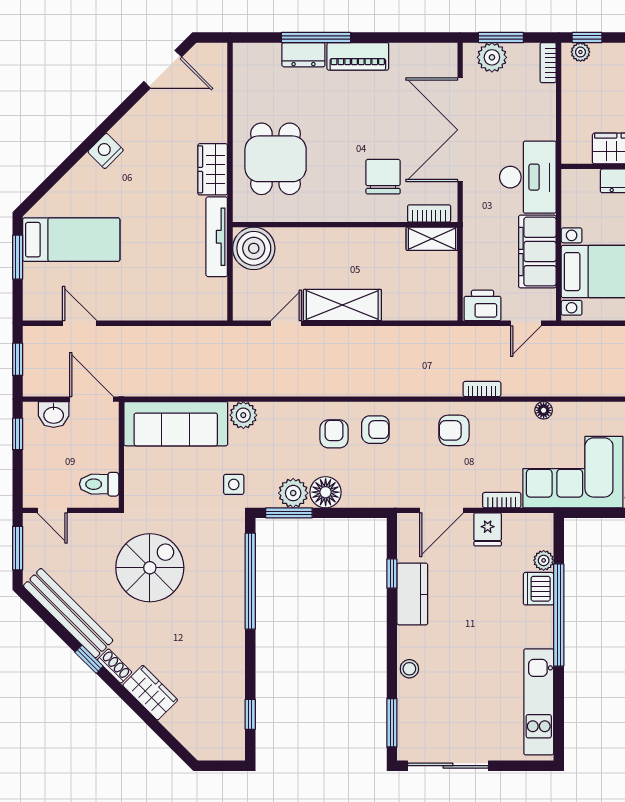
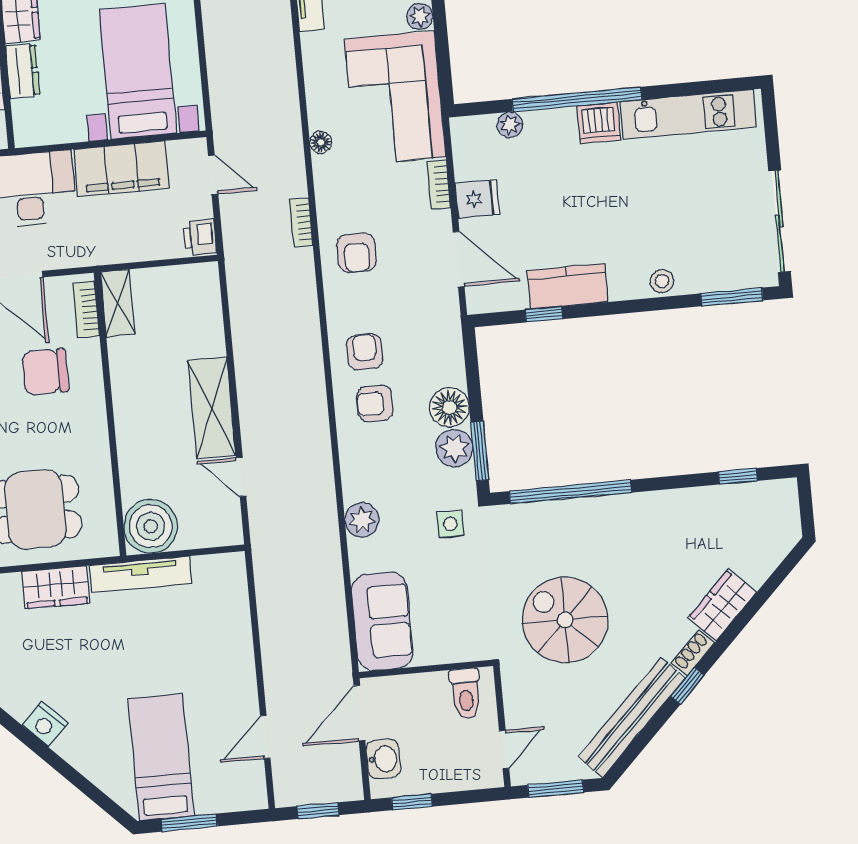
printer: (483, 305) -> (200, 237), width x0.73, depth x0.81
sofa: (176, 424) -> (382, 621), width x0.73
dishwasher: (538, 589) -> (599, 123), moved

